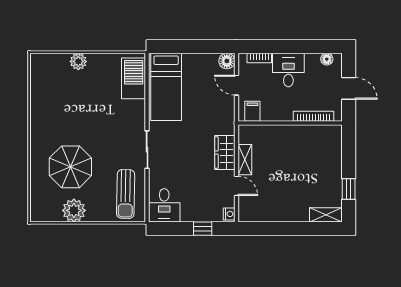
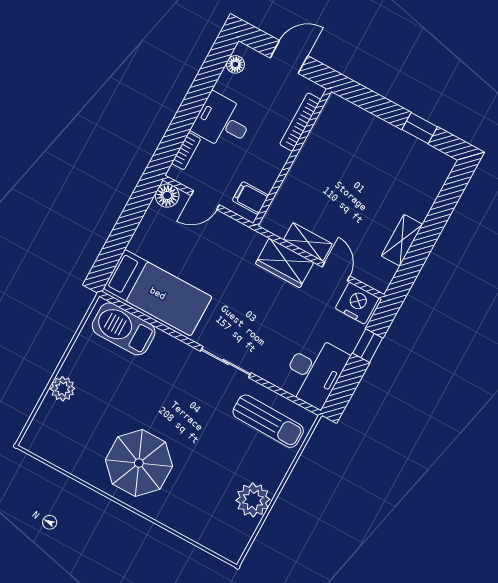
parasol: (70, 167) -> (139, 463), moved
door: (236, 186) -> (336, 271), hinge flipped
desk: (164, 205) -> (314, 371), width x1.37
nightstand: (229, 214) -> (357, 303), width x1.89, depth x1.79
shelving: (326, 215) -> (402, 240), moved

